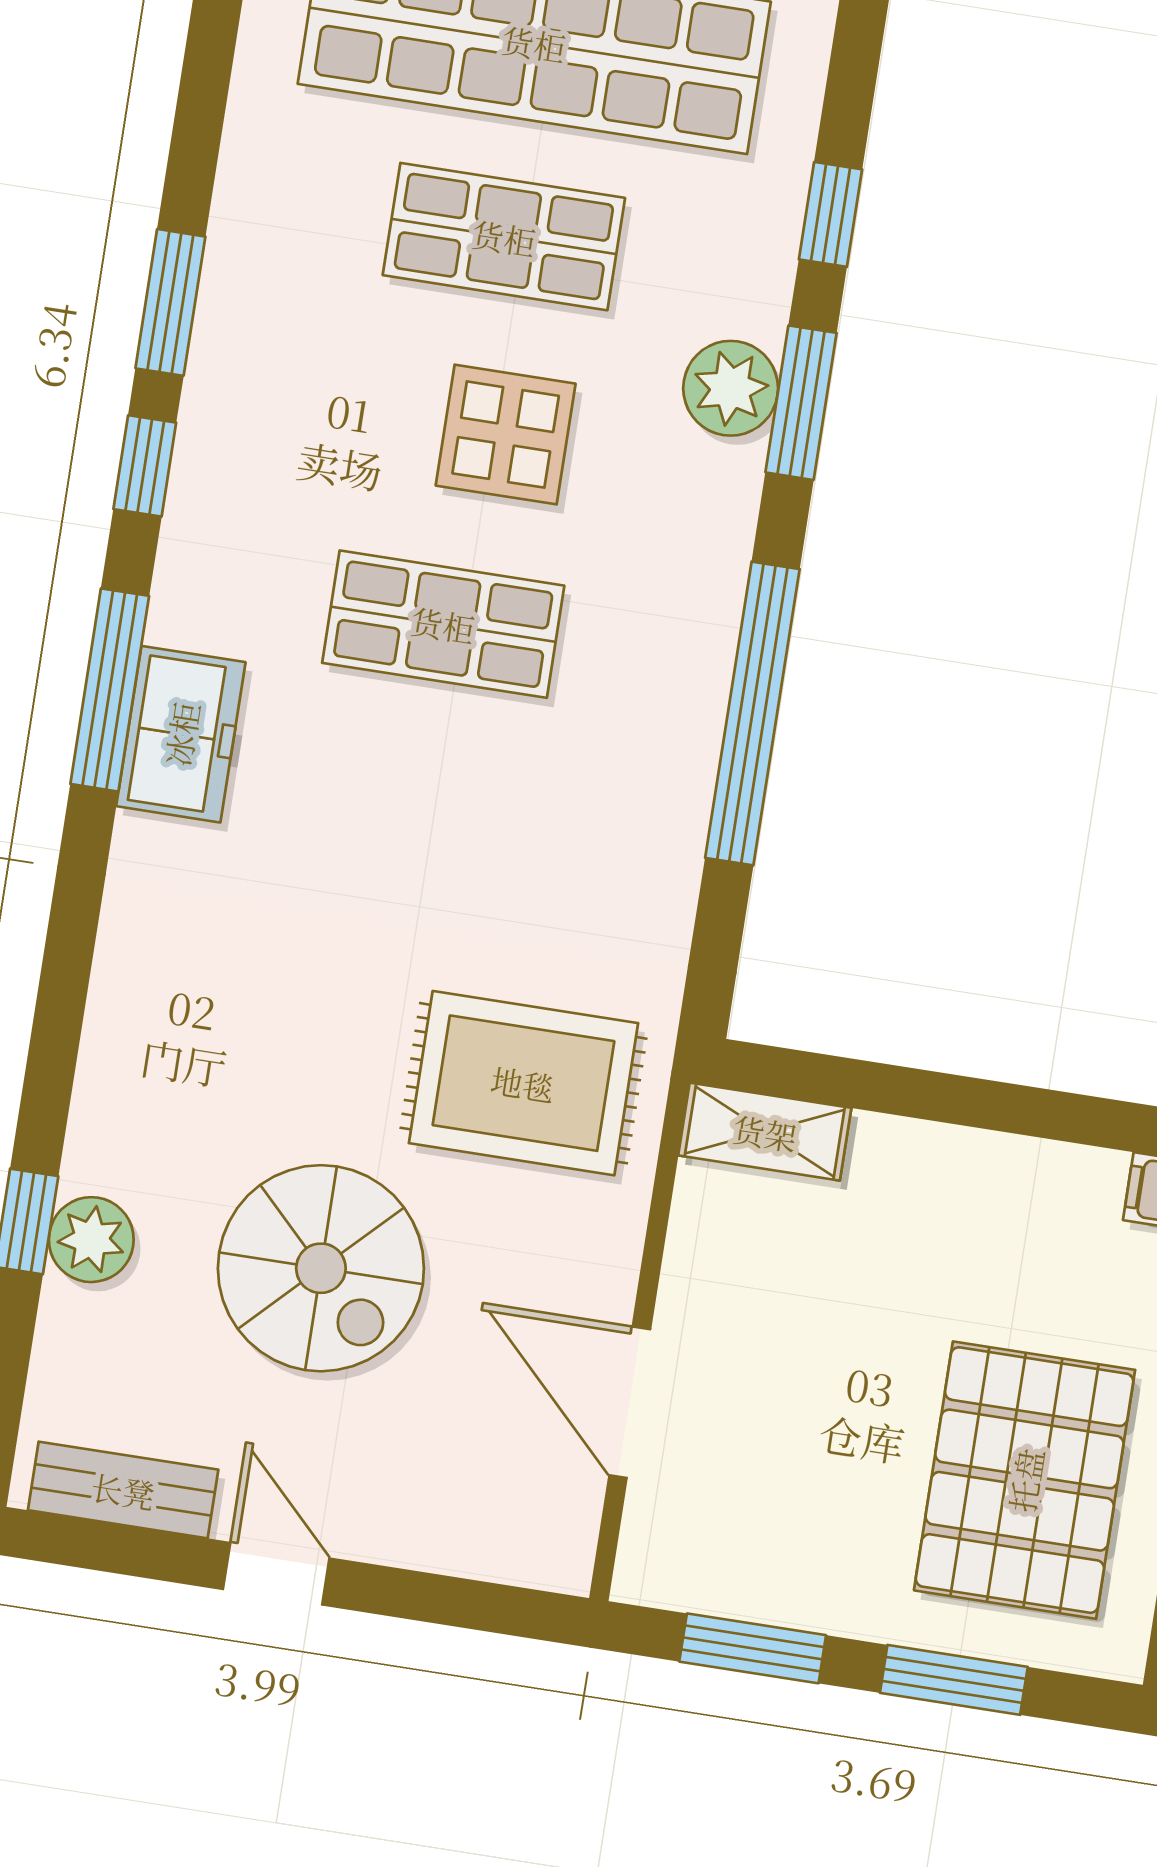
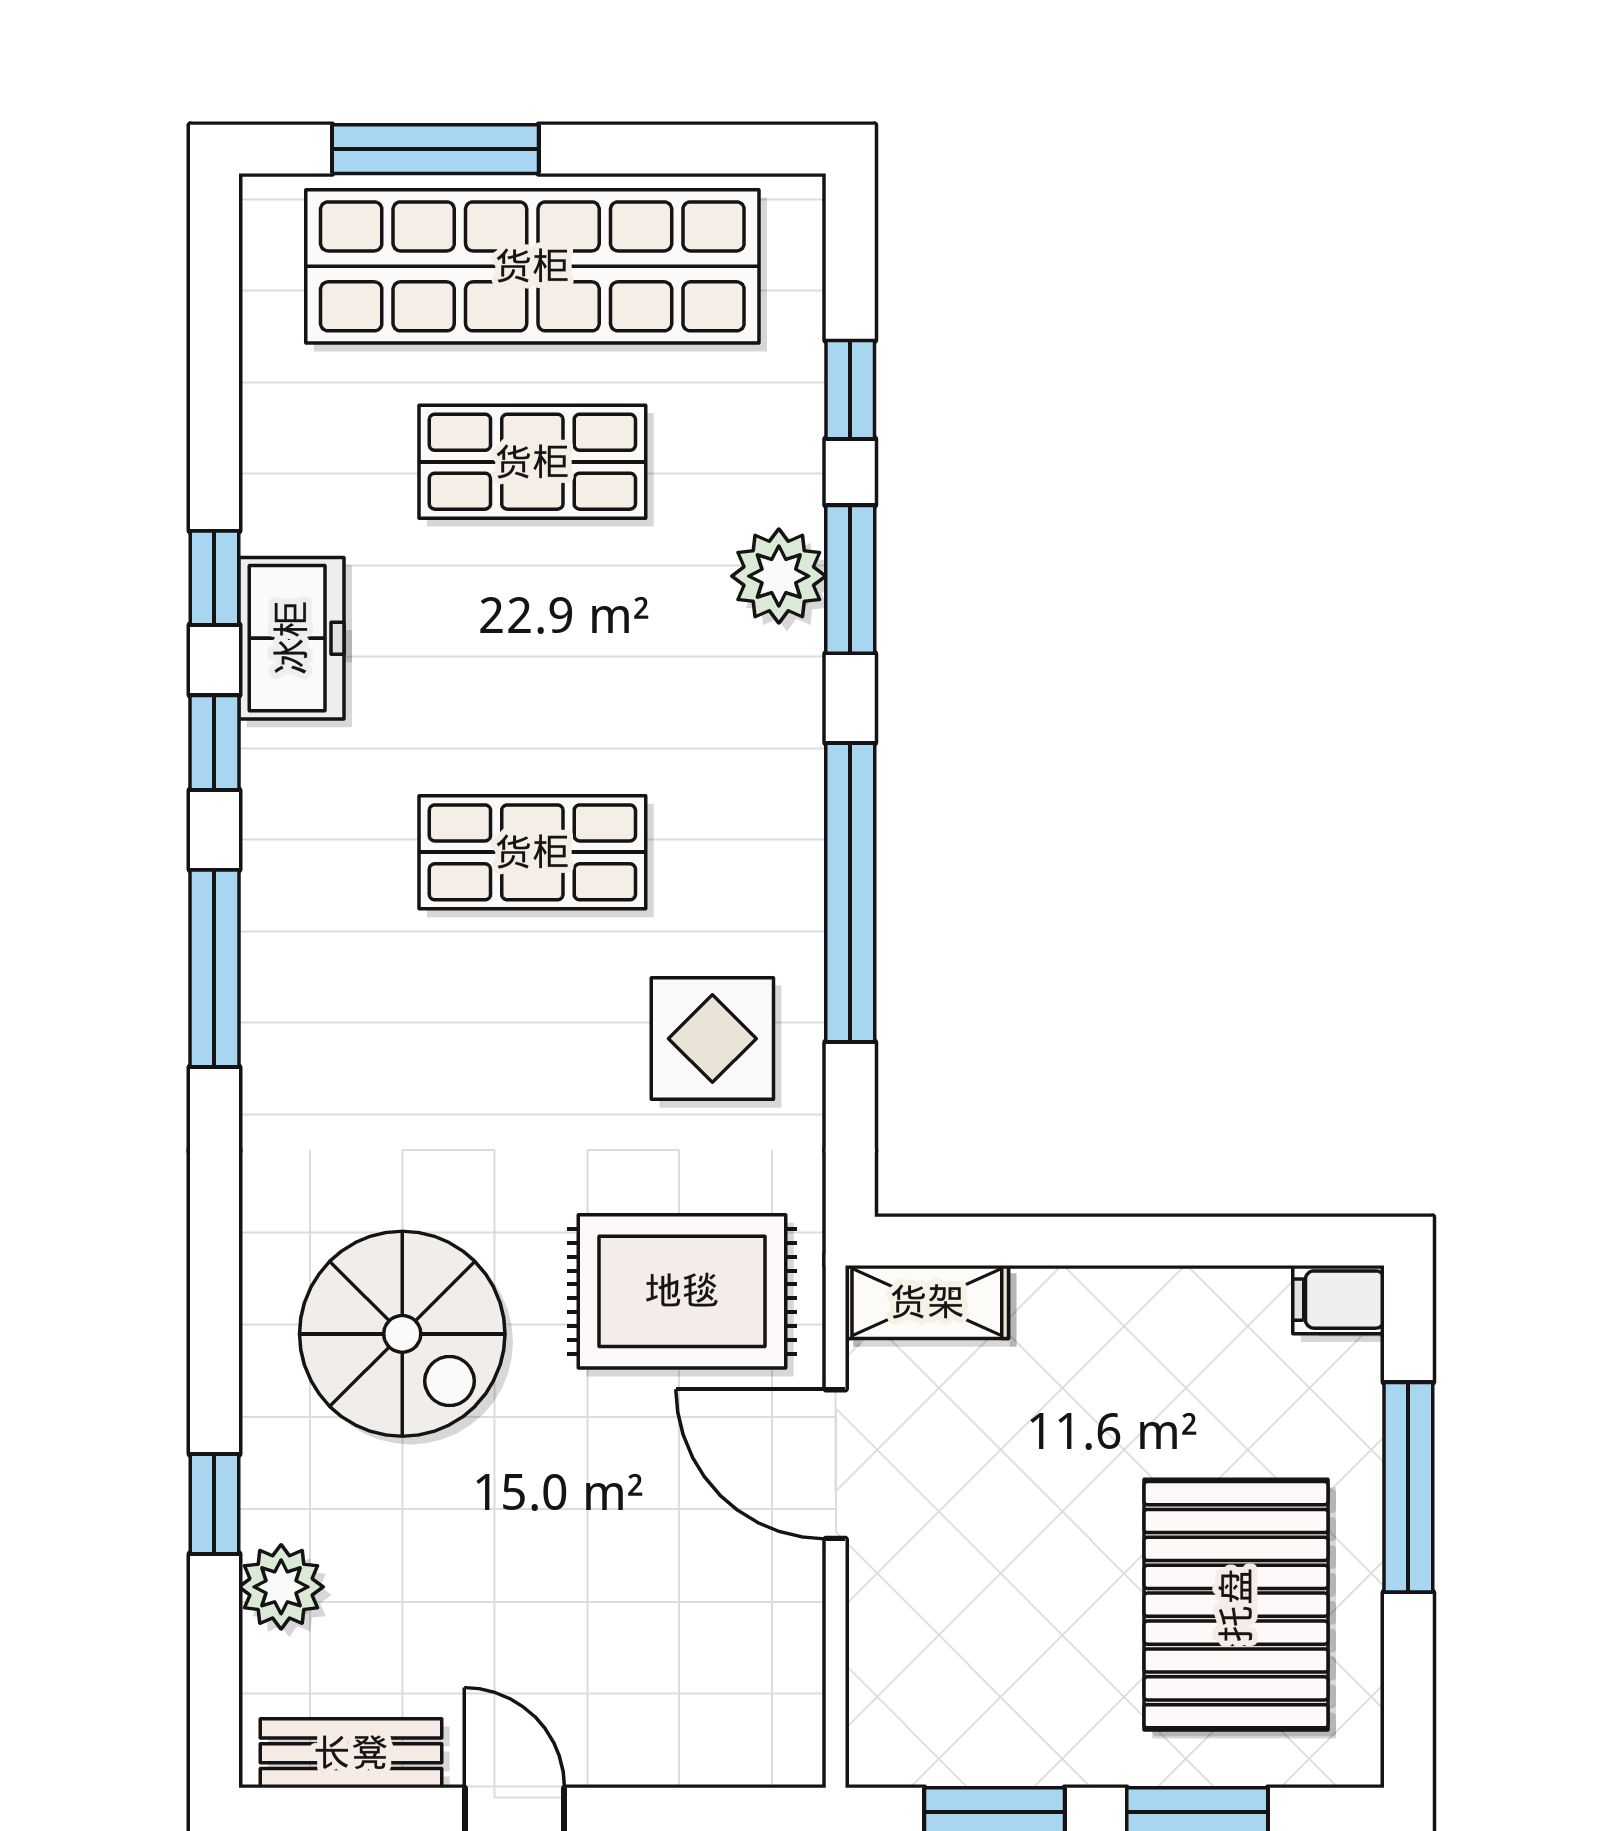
window: (170, 302) -> (214, 578), width x0.67
display table: (506, 435) -> (712, 1039), moved
freezer: (181, 734) -> (291, 638), moved
plant: (91, 1240) -> (281, 1587), moved
spiral stairs: (321, 1268) -> (402, 1334), moved
door: (630, 1402) -> (836, 1464), moved

